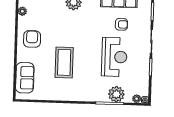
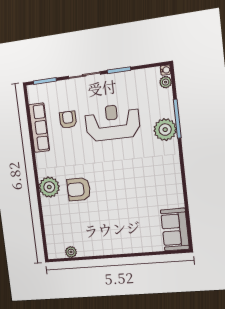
armchair: (32, 39) -> (79, 189), moved
coffee table: (64, 62) -> (130, 189), removed
sofa: (25, 78) -> (175, 230), moved, turned -90
plant: (116, 94) -> (165, 130), moved

